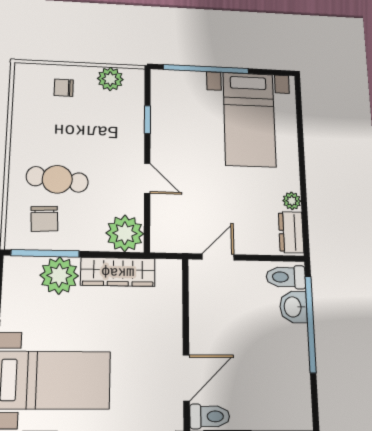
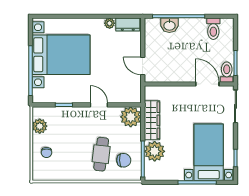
bed with nightstands: (249, 119) -> (61, 55), width x1.36
door: (147, 178) -> (99, 105), hinge flipped
toilet: (286, 277) -> (213, 29), moved

